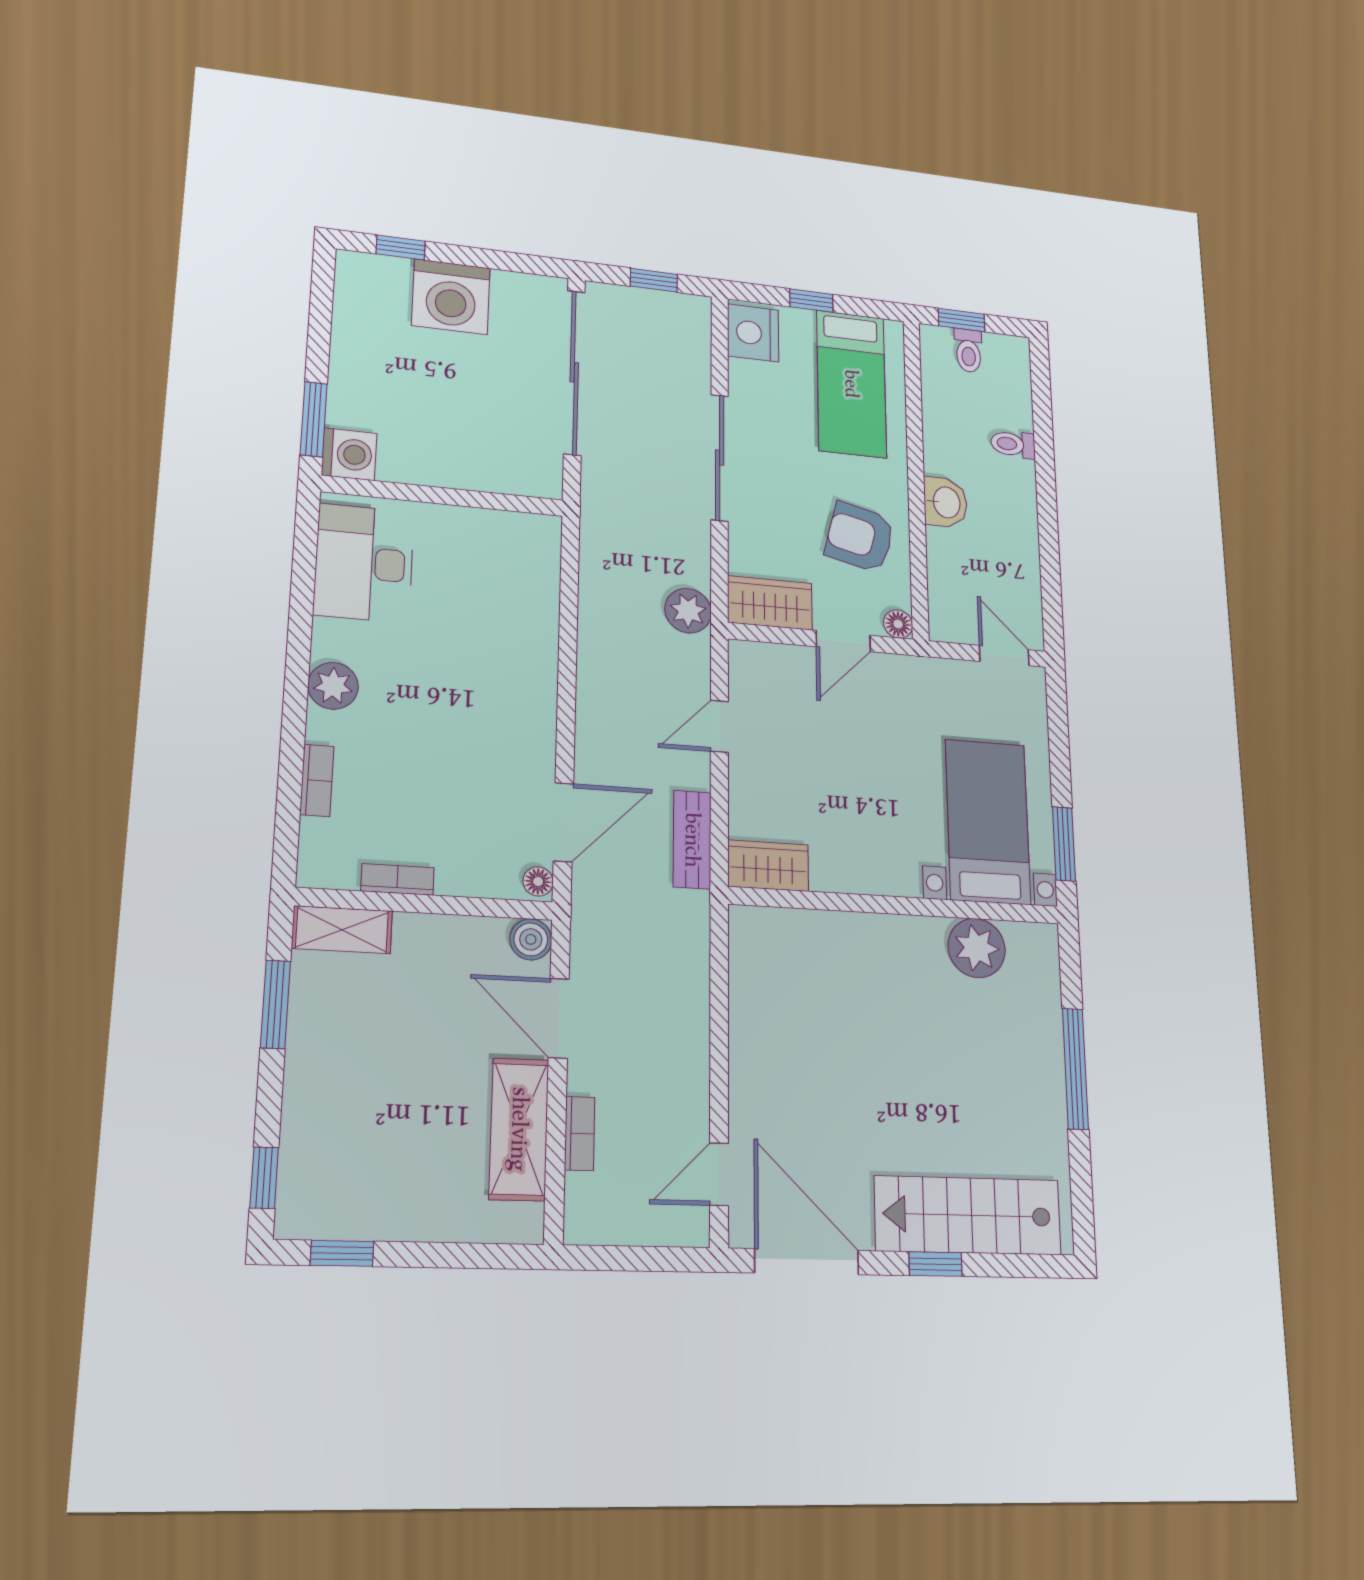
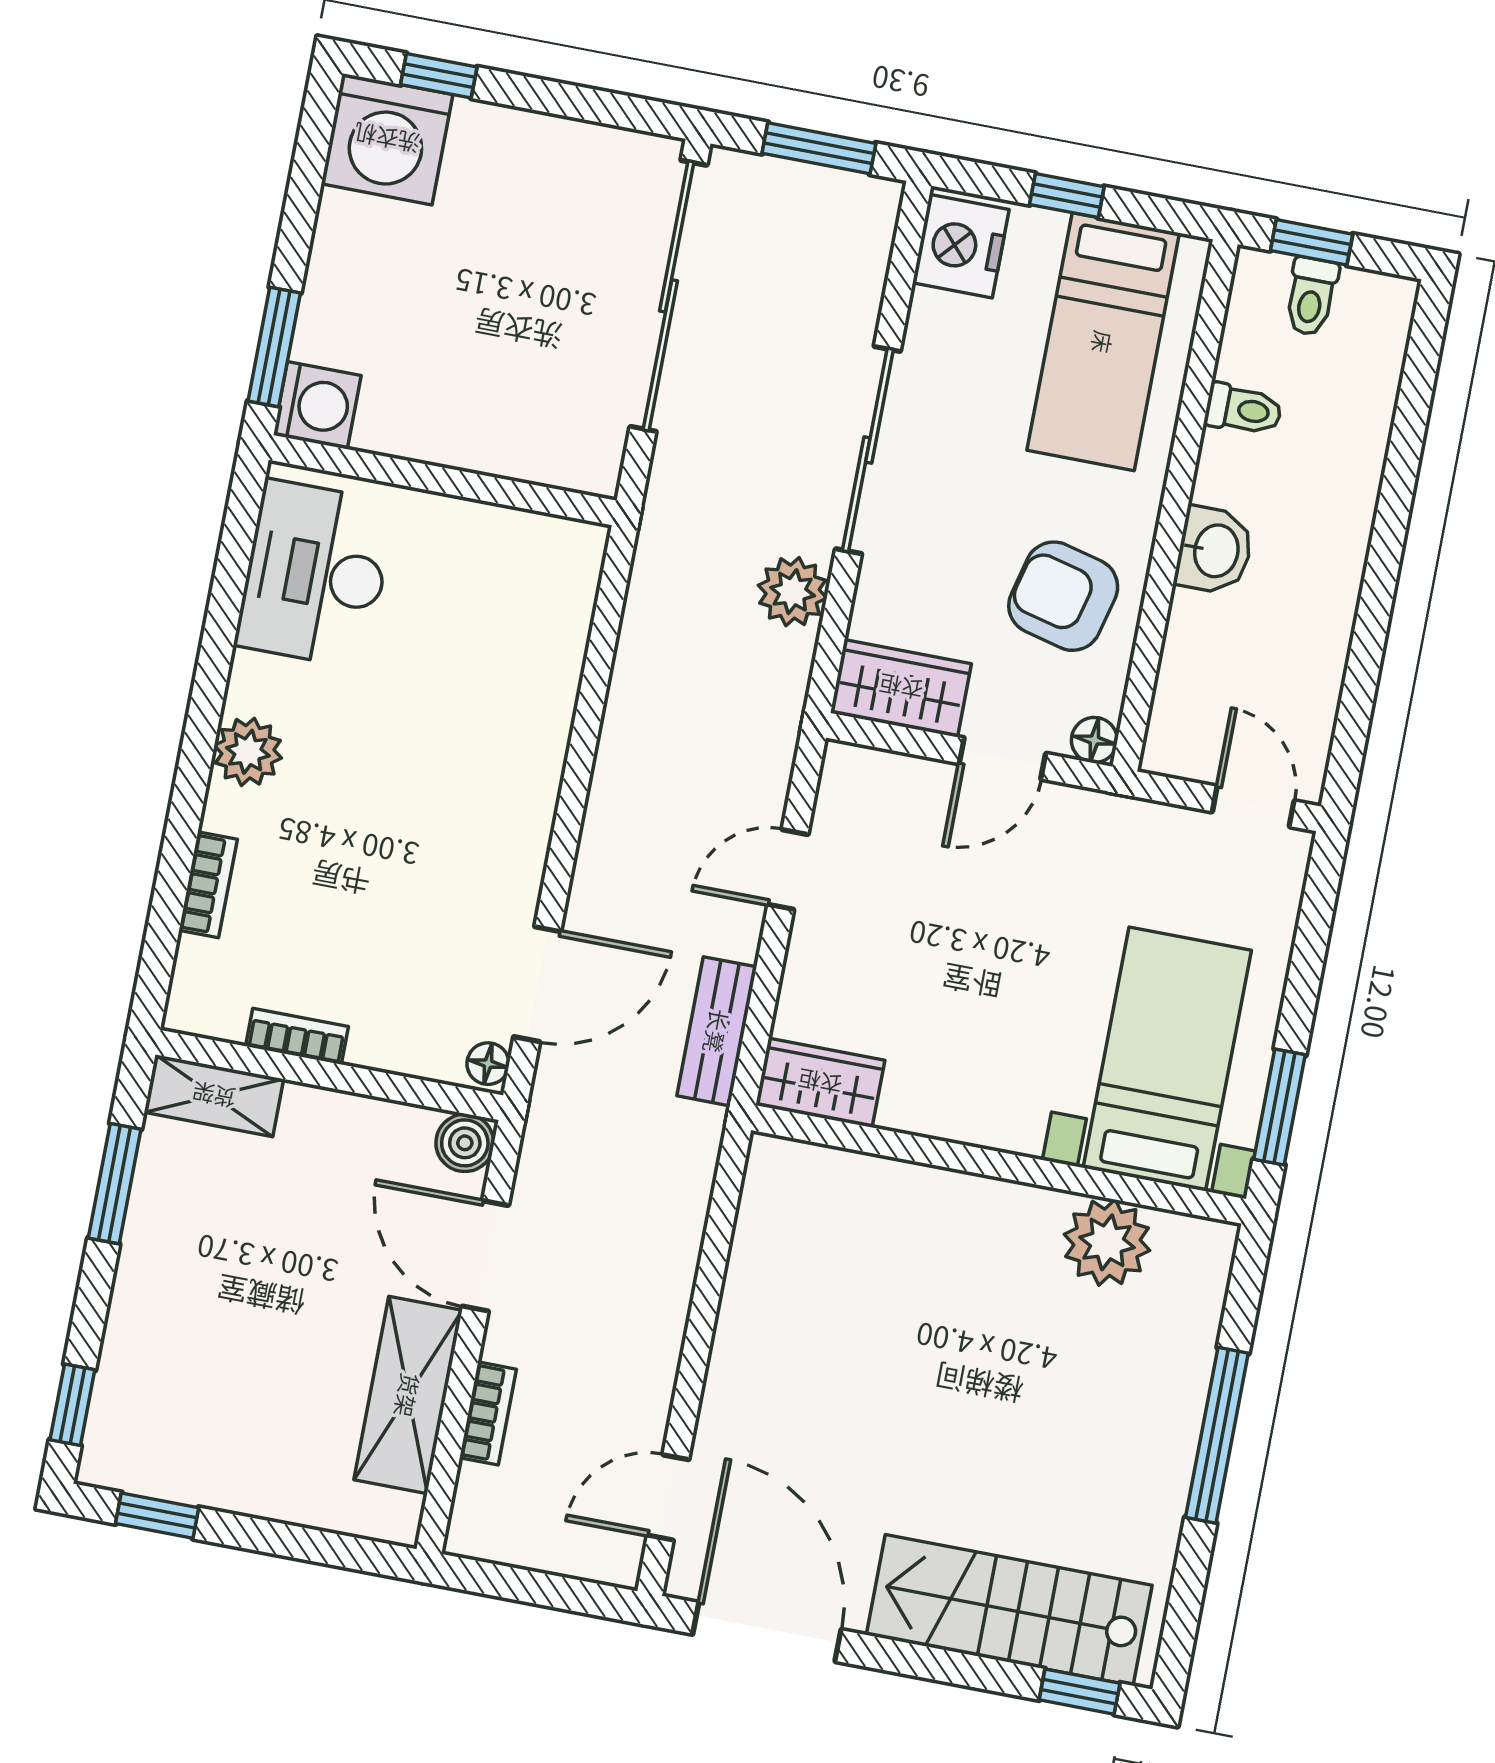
window: (654, 280) -> (819, 148), width x1.50
washing machine: (451, 297) -> (387, 139), moved
toilet: (1013, 444) -> (1243, 410), moved, turned 180
plant: (688, 611) -> (793, 592), moved
window: (936, 1264) -> (1080, 1692), moved

